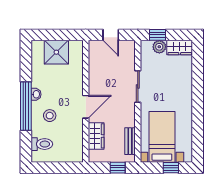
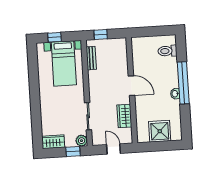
plant: (159, 47) -> (82, 141), moved
sliding door: (138, 86) -> (88, 116), moved
door: (86, 107) -> (131, 86), swing flipped
stool: (50, 116) -> (162, 76), removed
wardrobe: (96, 136) -> (124, 116), moved

